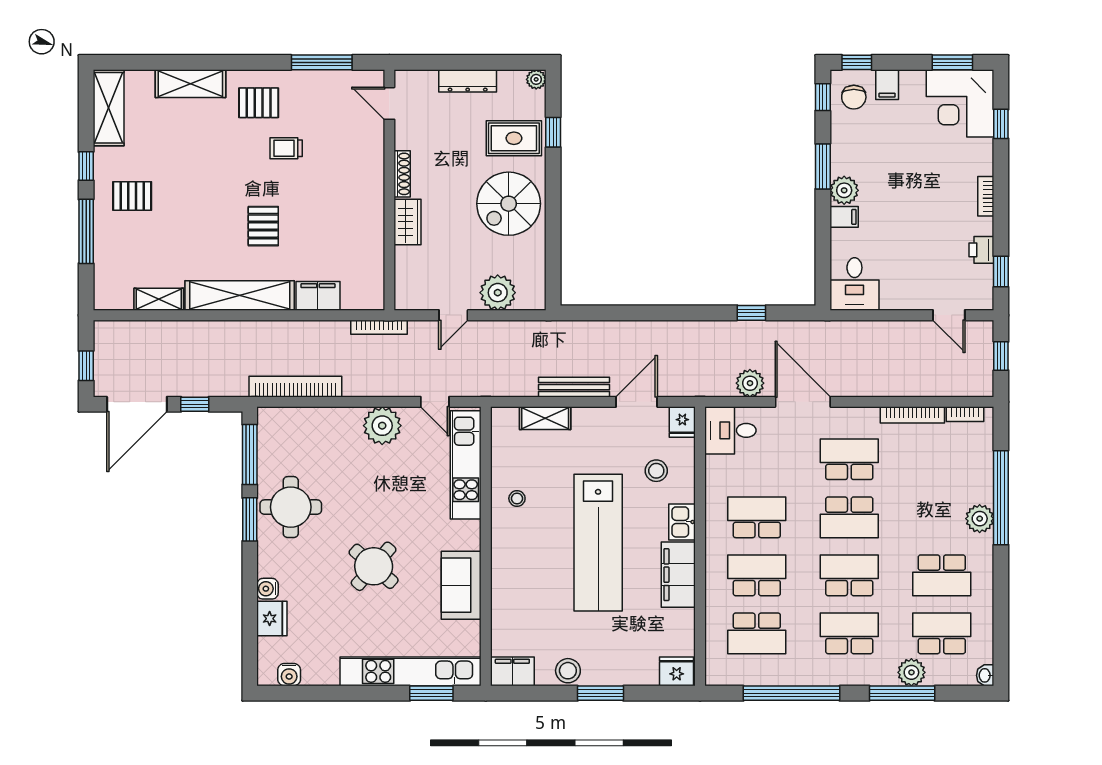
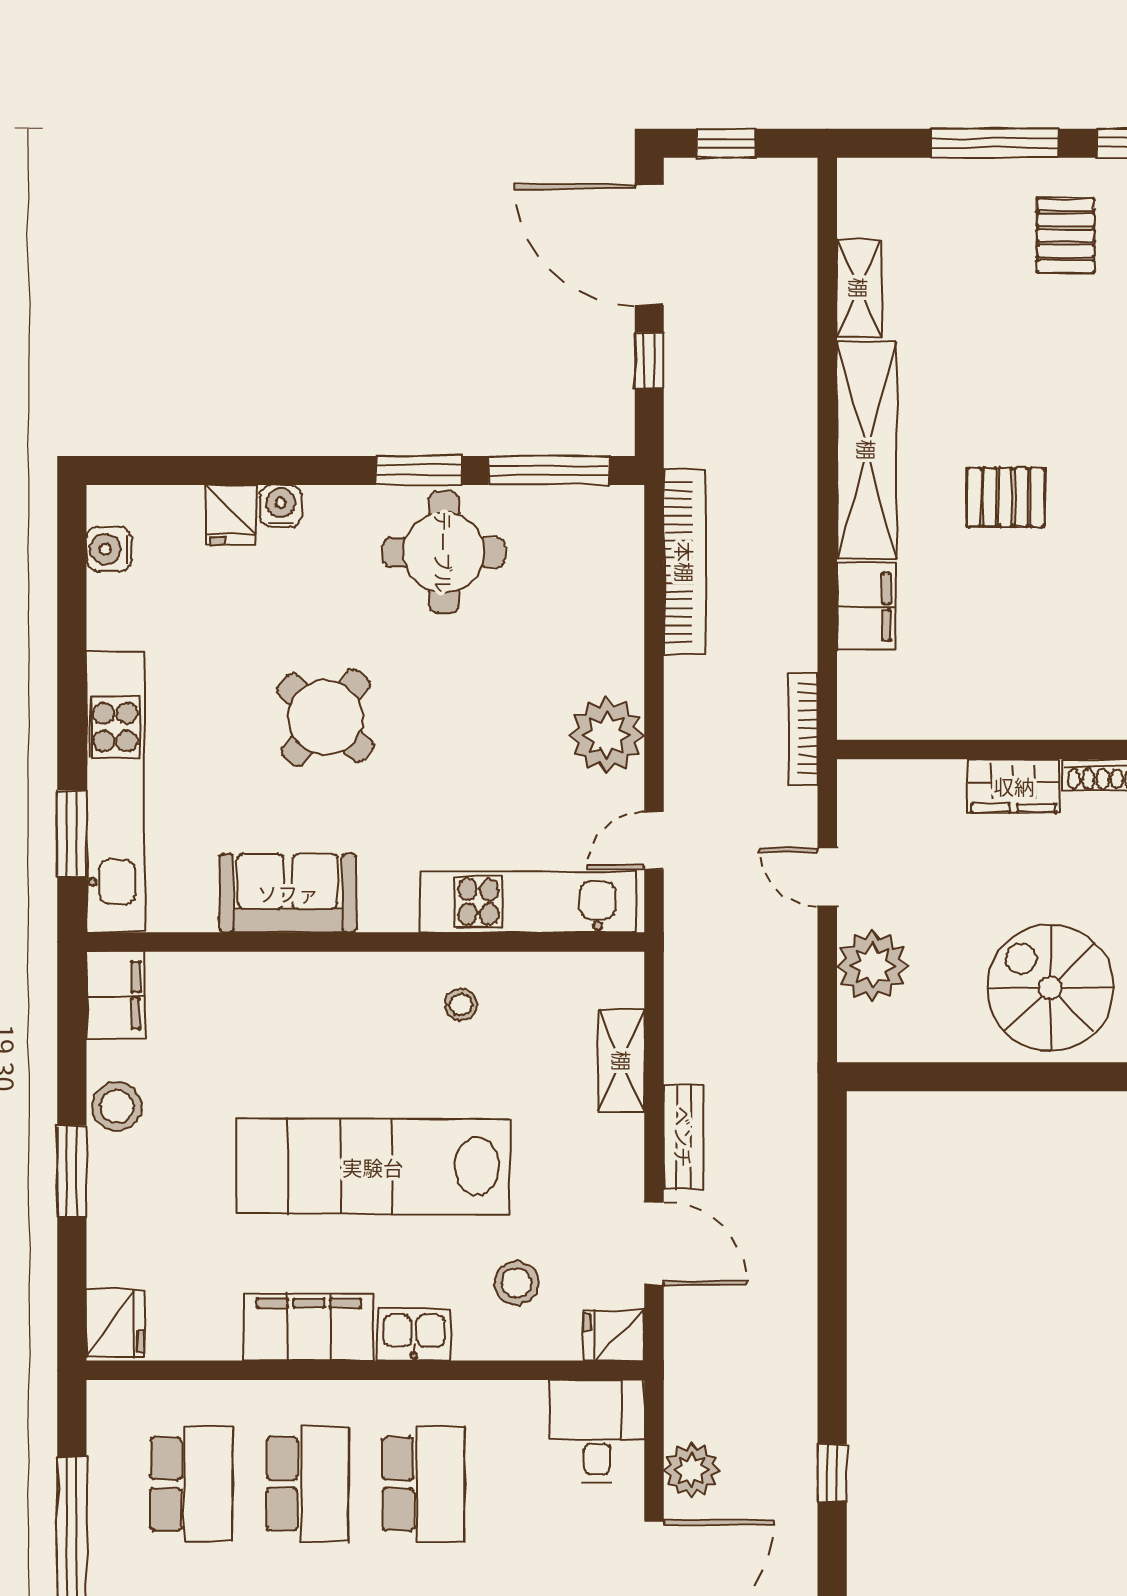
bench: (574, 387) -> (684, 1137), width x0.73
fridge: (272, 619) -> (231, 515), width x0.72
school desk: (757, 633) -> (191, 1484), turned 180

